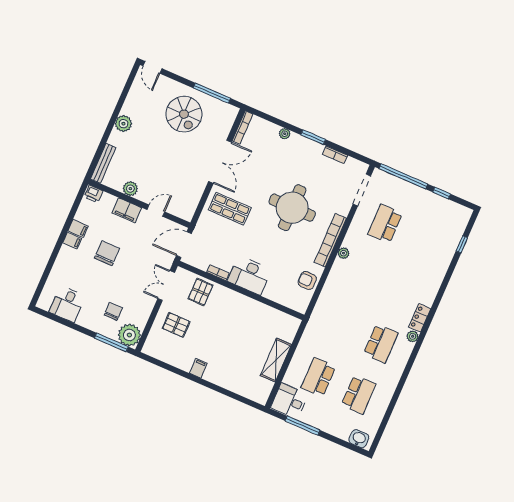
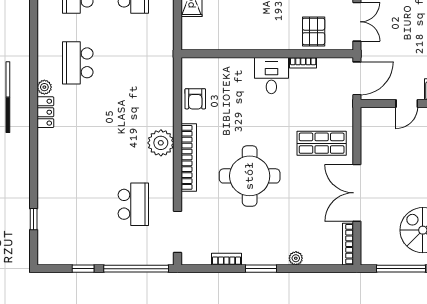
plant: (343, 253) -> (161, 143), width x1.88, depth x1.88
desk: (249, 275) -> (271, 76), width x0.73
armchair: (307, 280) -> (195, 99), turned 90

